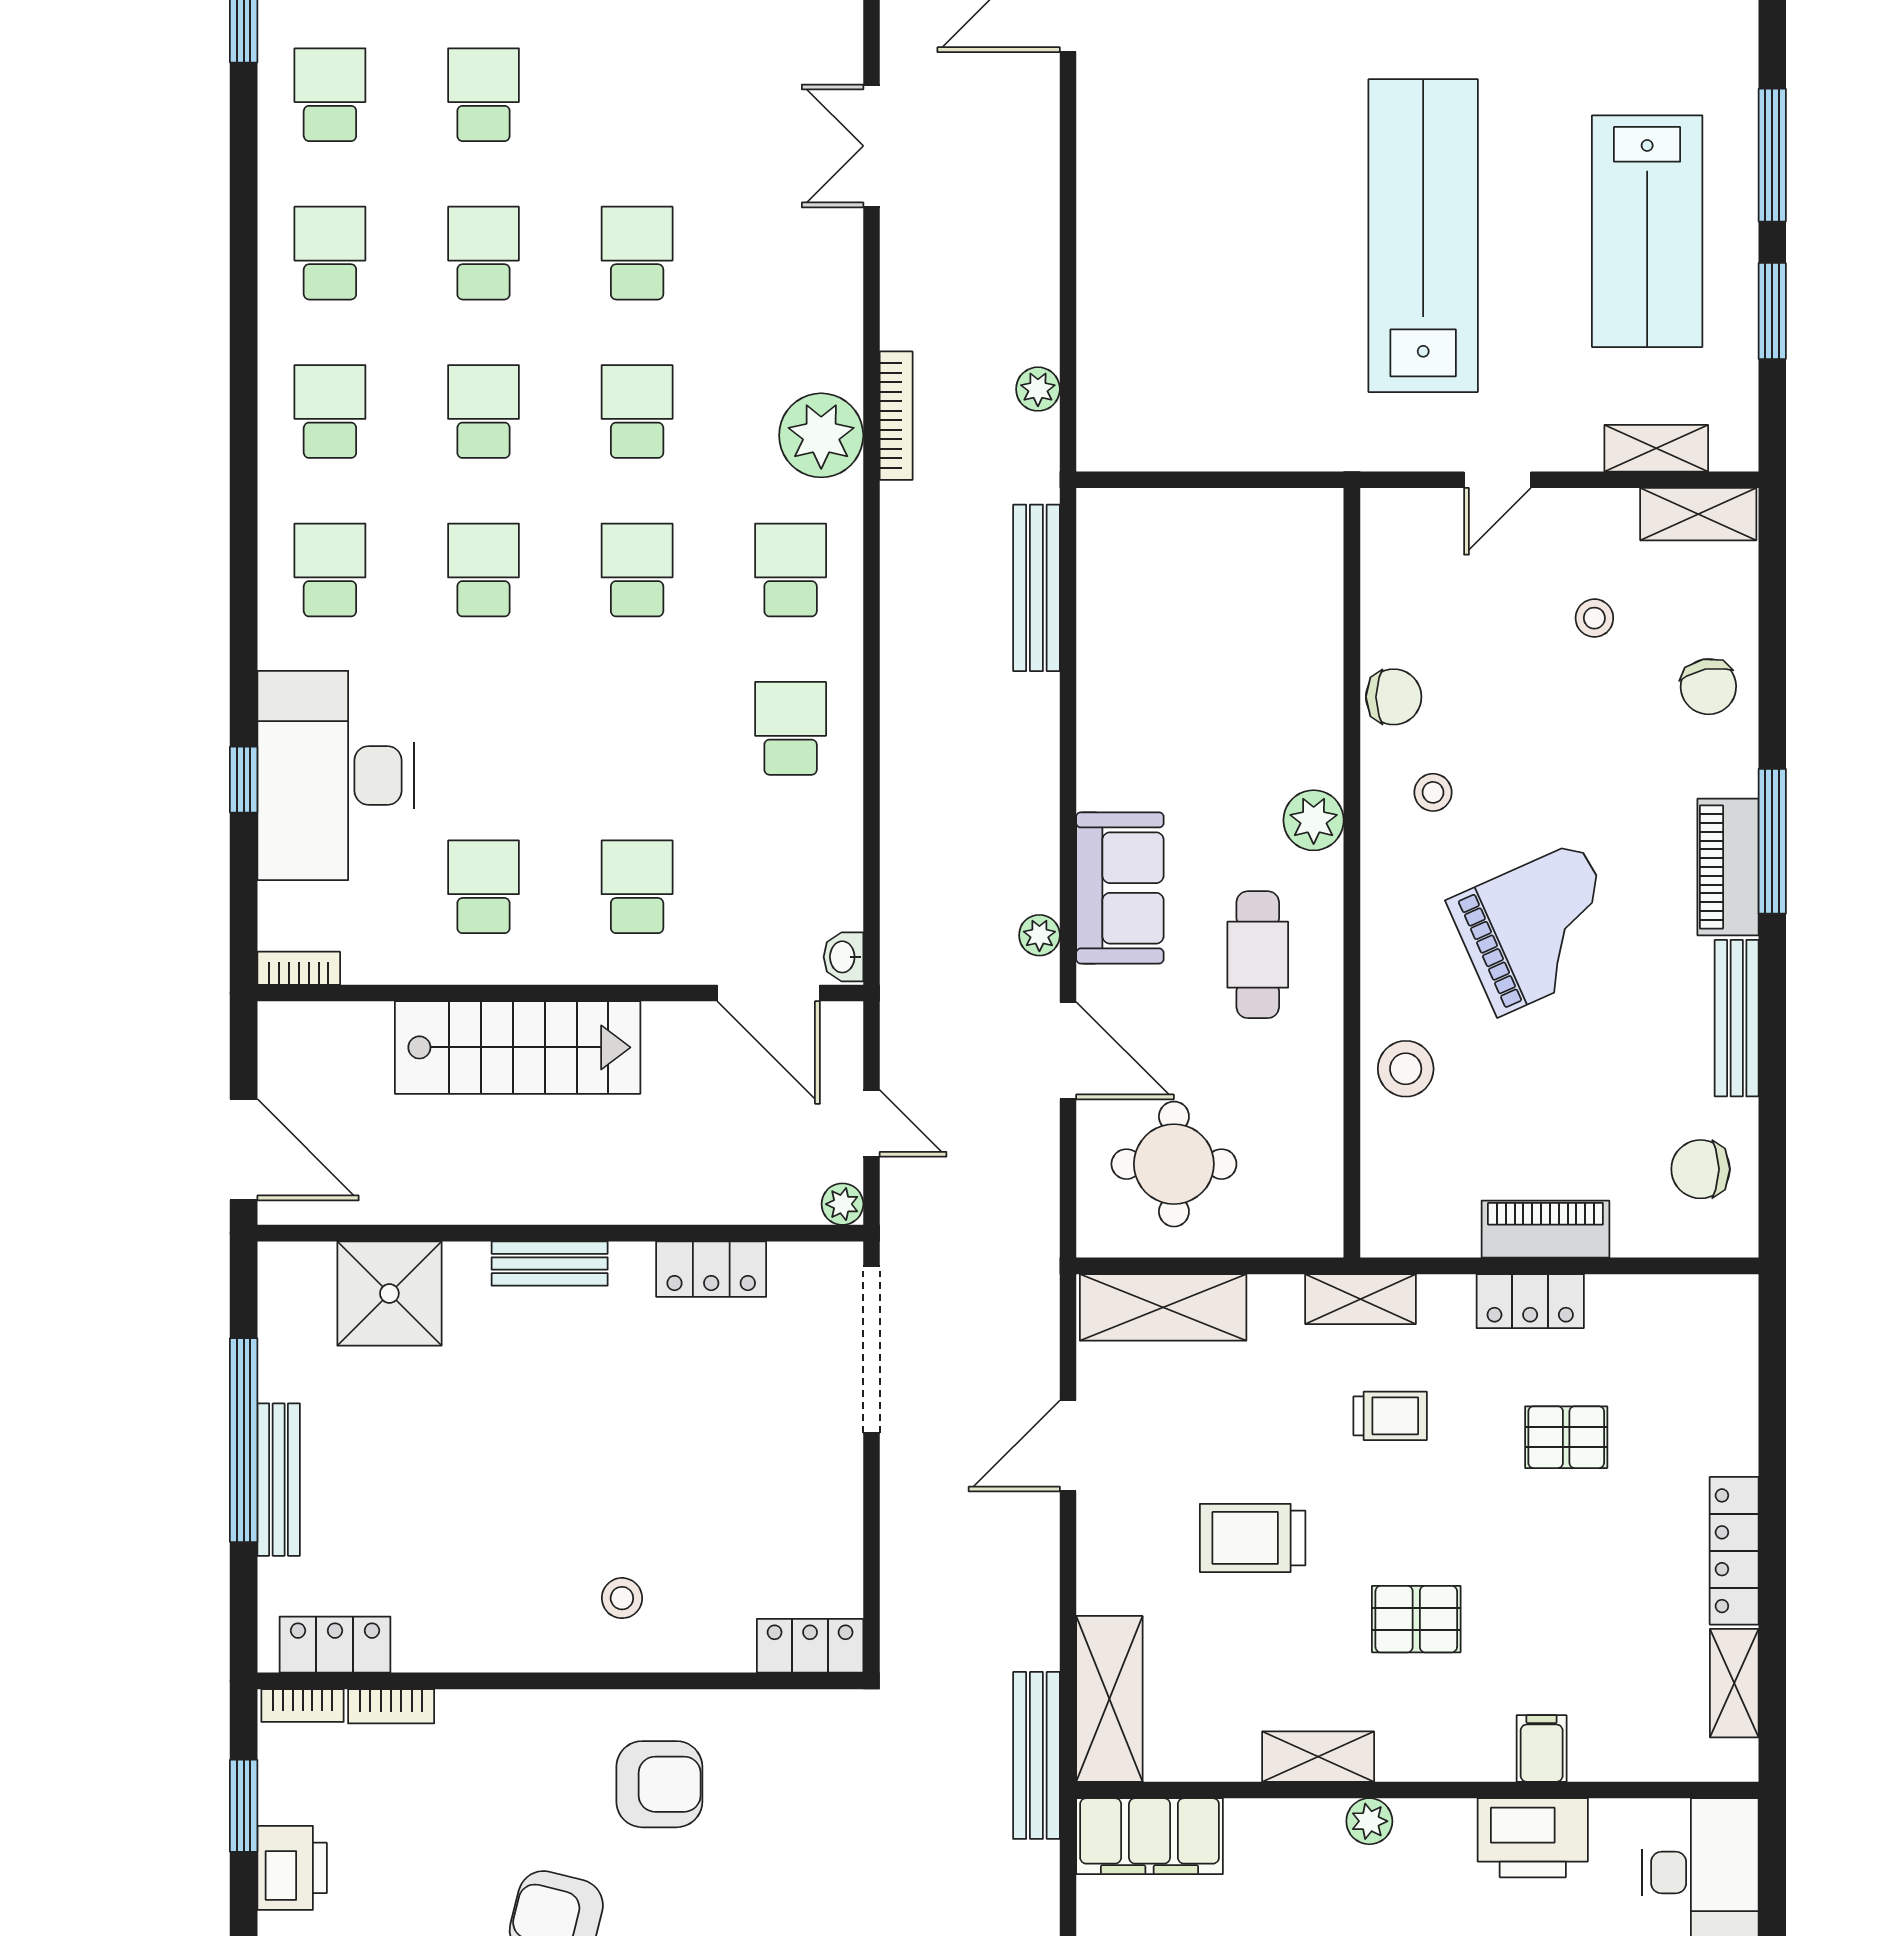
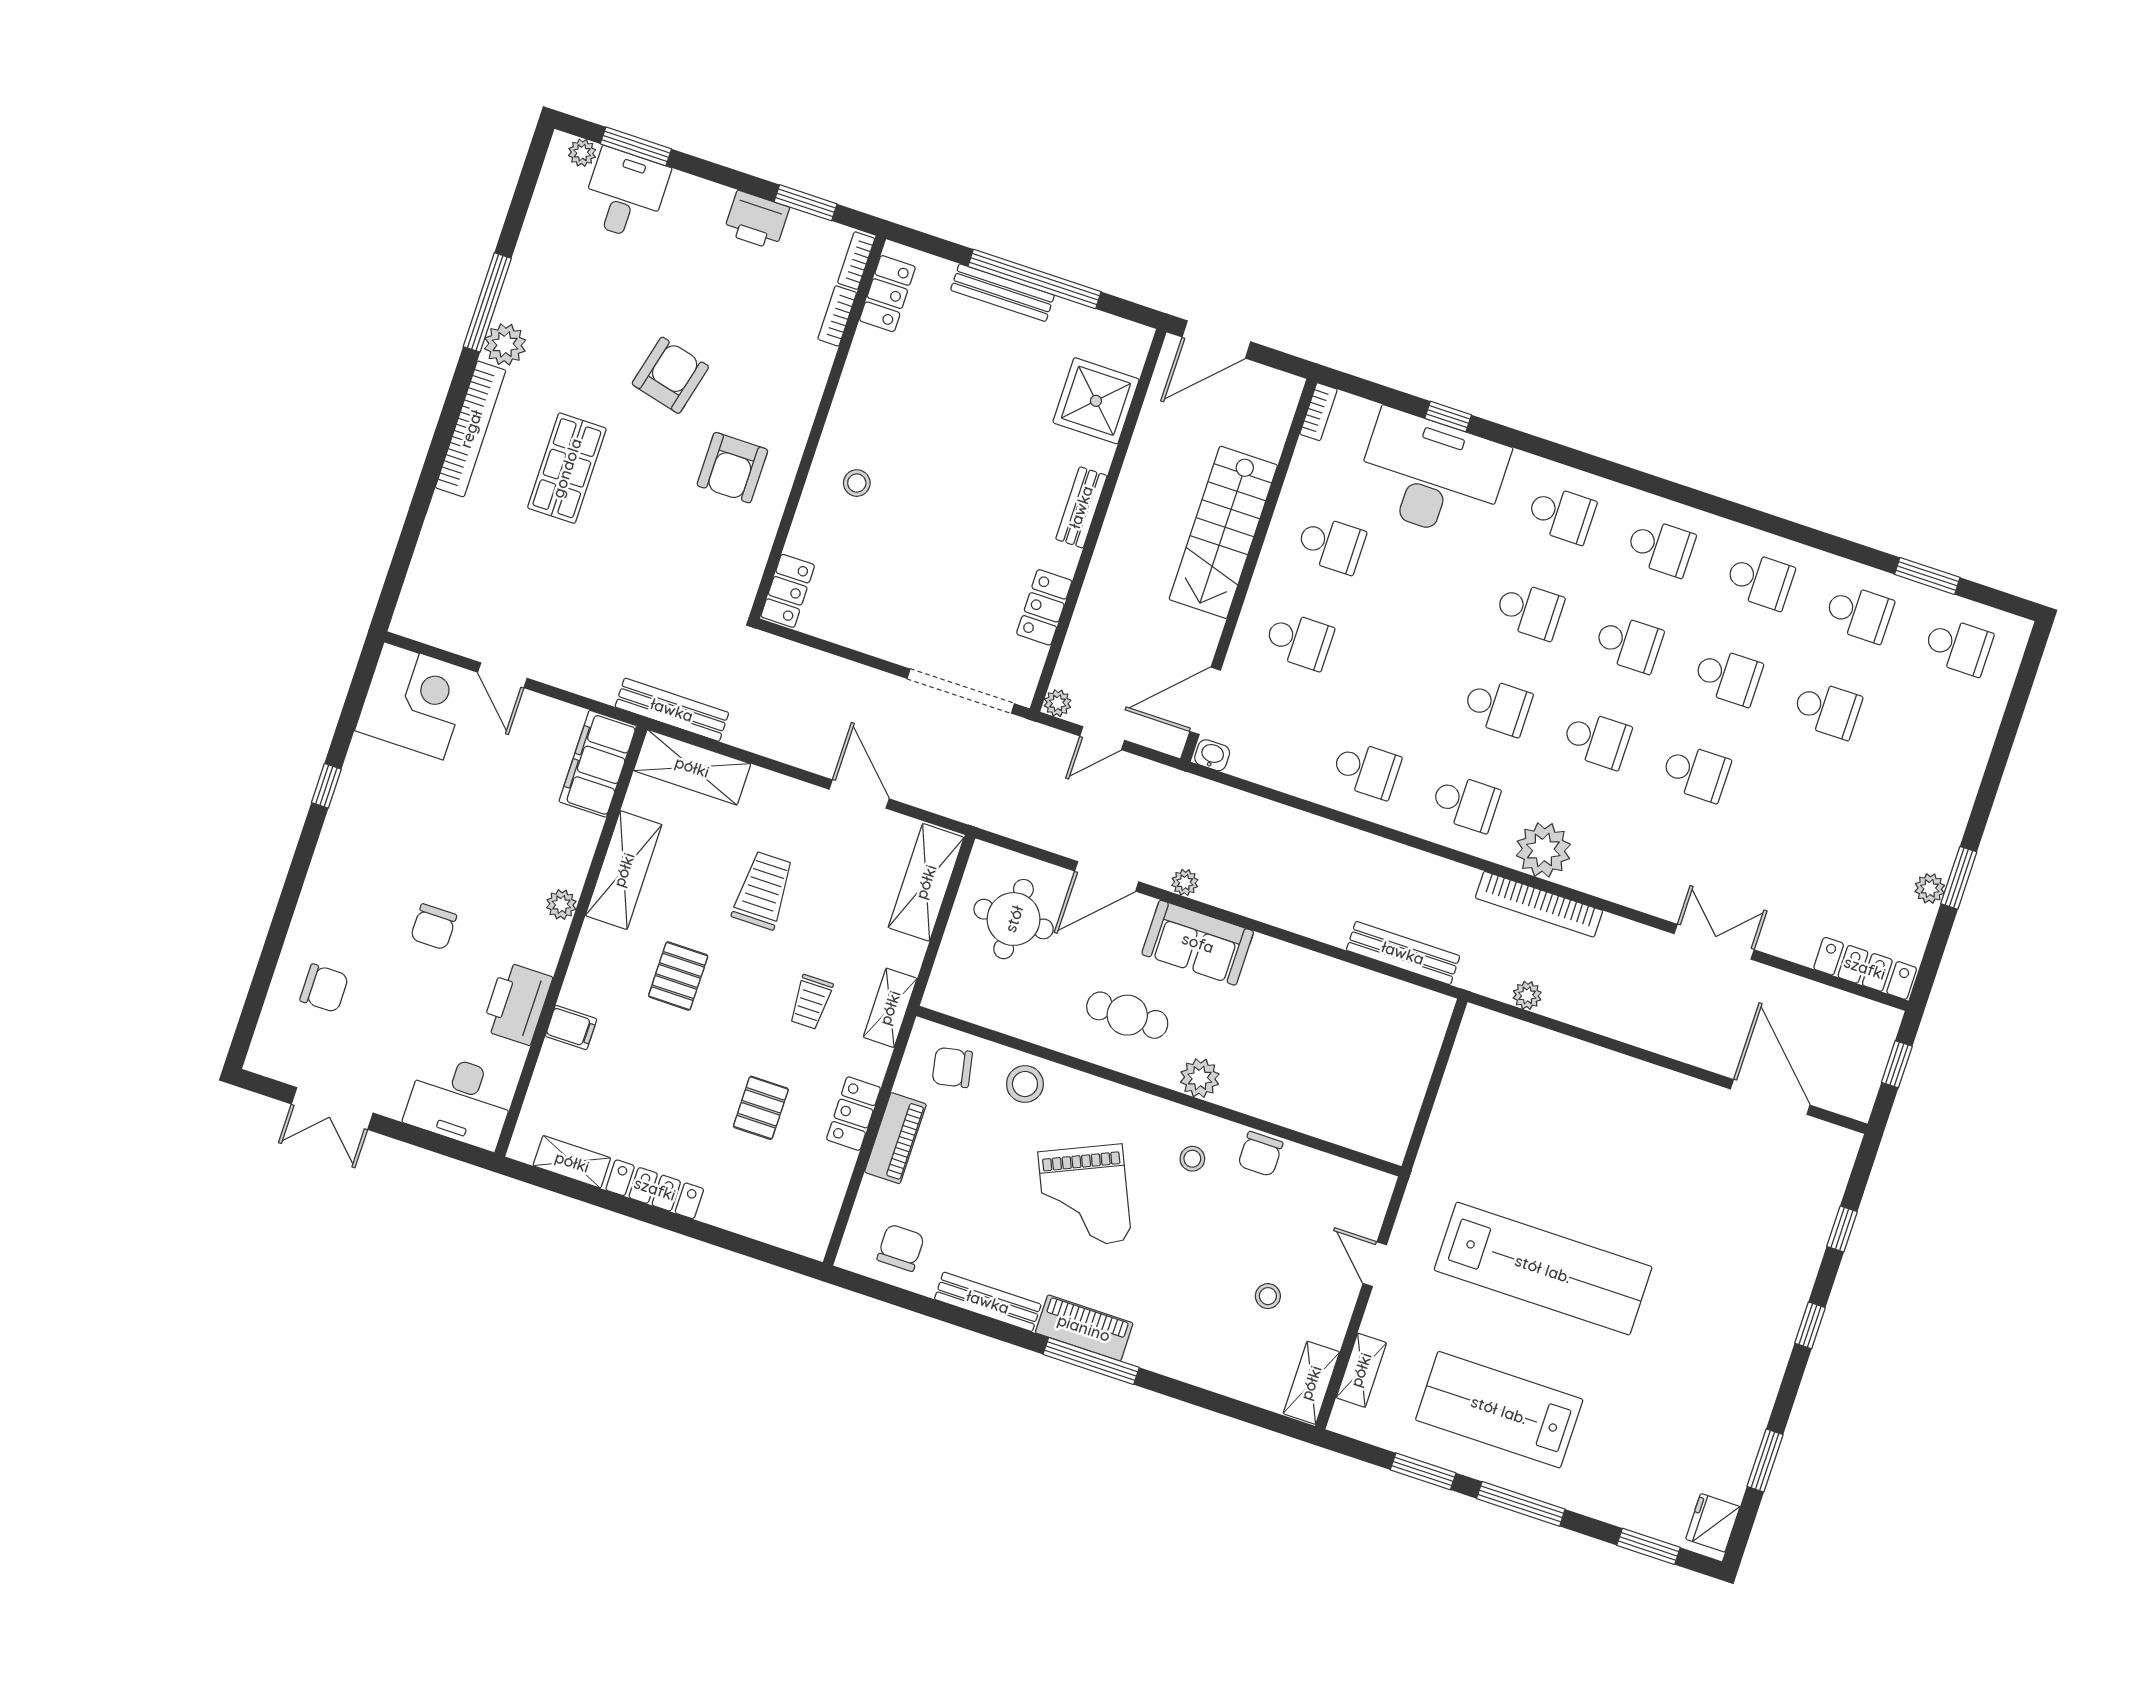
bookcase: (896, 416) -> (1539, 904), width x1.48, depth x1.31
chair: (1708, 687) -> (952, 1067), moved
shelving: (1318, 1757) -> (624, 870), width x1.50, depth x1.33

